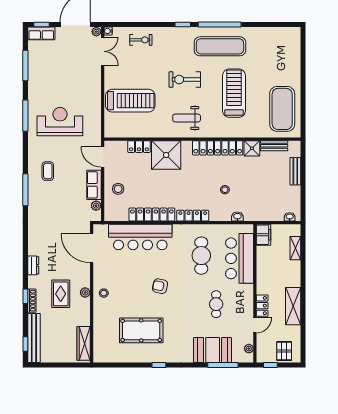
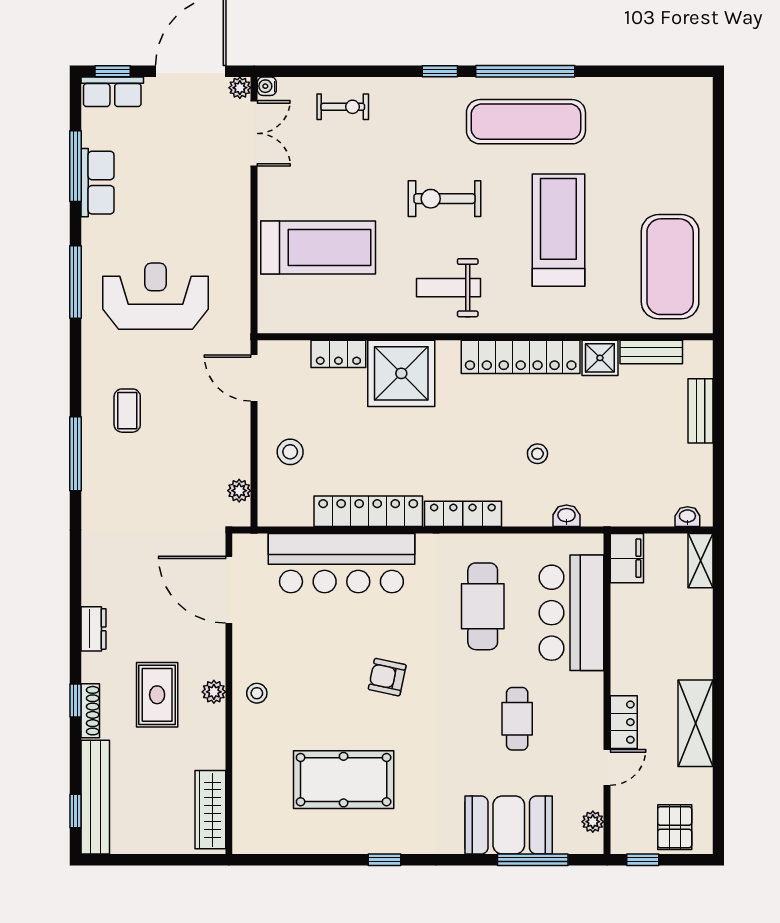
row of seats: (94, 185) -> (97, 183), moved, turned 180
shelving: (295, 248) -> (700, 561), moved

